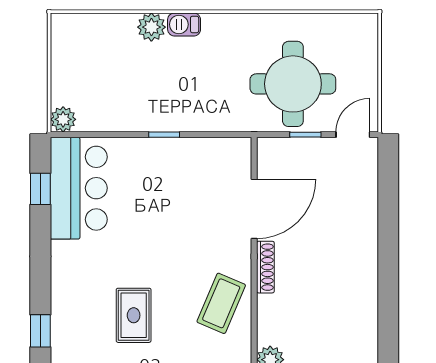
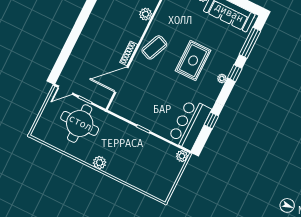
barbecue: (184, 24) -> (112, 170), removed
plant: (151, 27) -> (100, 163), moved
window: (40, 189) -> (211, 120), moved
plant: (60, 308) -> (222, 78), added
rug: (134, 315) -> (193, 61), width x1.36, depth x1.43

